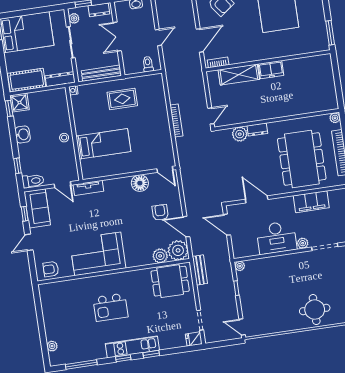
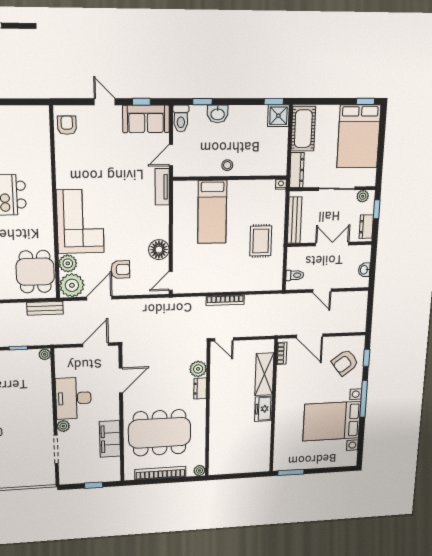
washbasin: (23, 134) -> (218, 114), moved
corner sofa: (98, 254) -> (80, 221), moved

